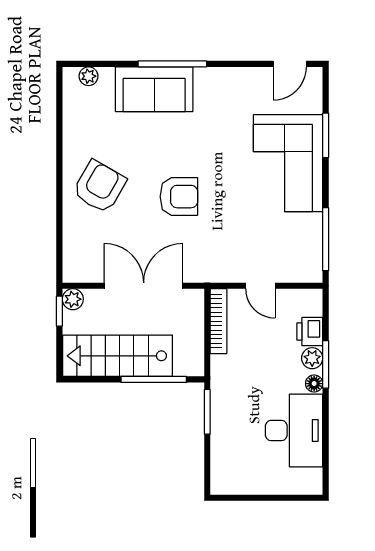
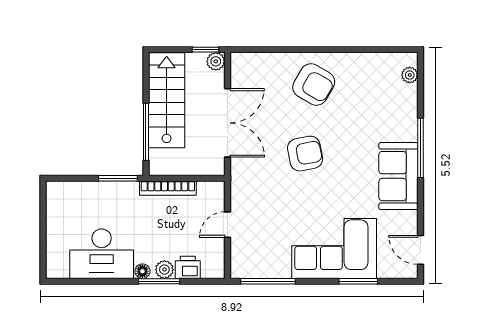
sofa: (154, 89) -> (398, 176), moved
armchair: (179, 197) -> (305, 154), turned -101
bookcase: (219, 321) -> (168, 188), moved

